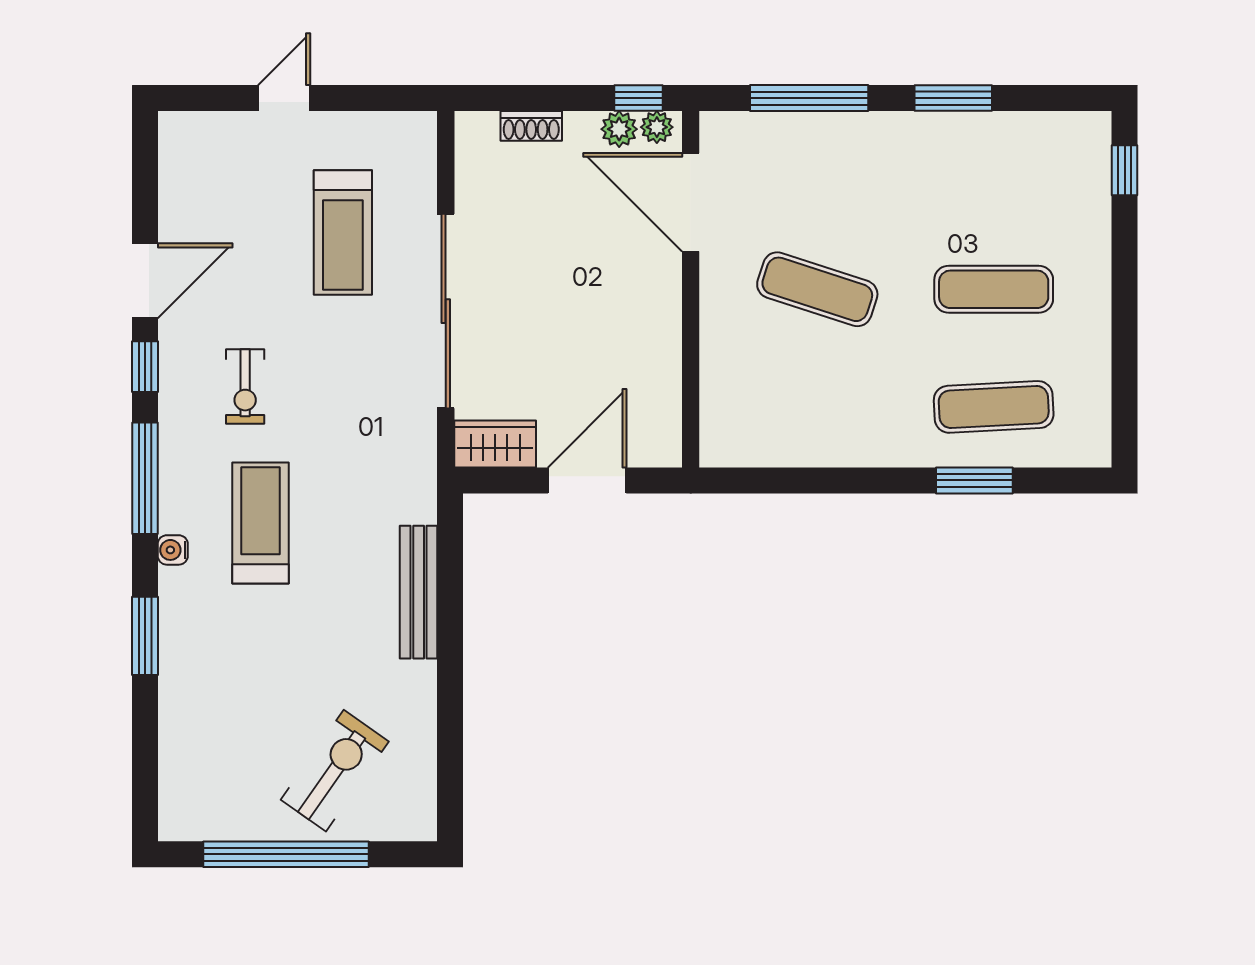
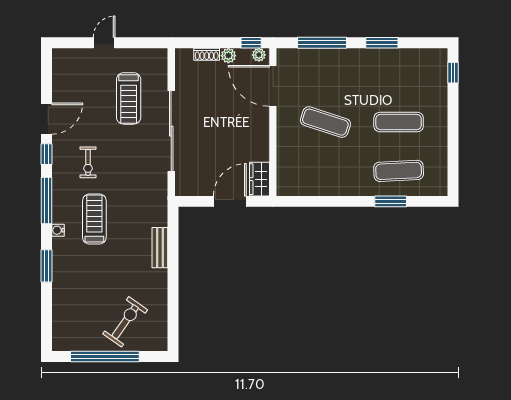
plant: (619, 129) -> (228, 56), moved
wardrobe: (495, 444) -> (259, 179), moved, turned -90
bench: (419, 592) -> (160, 248), width x0.73

